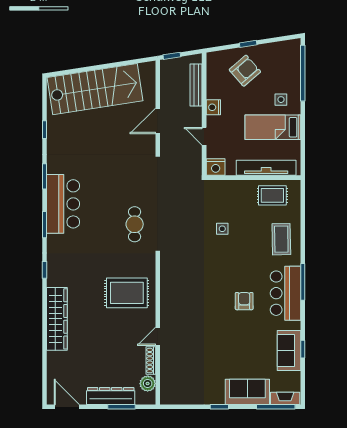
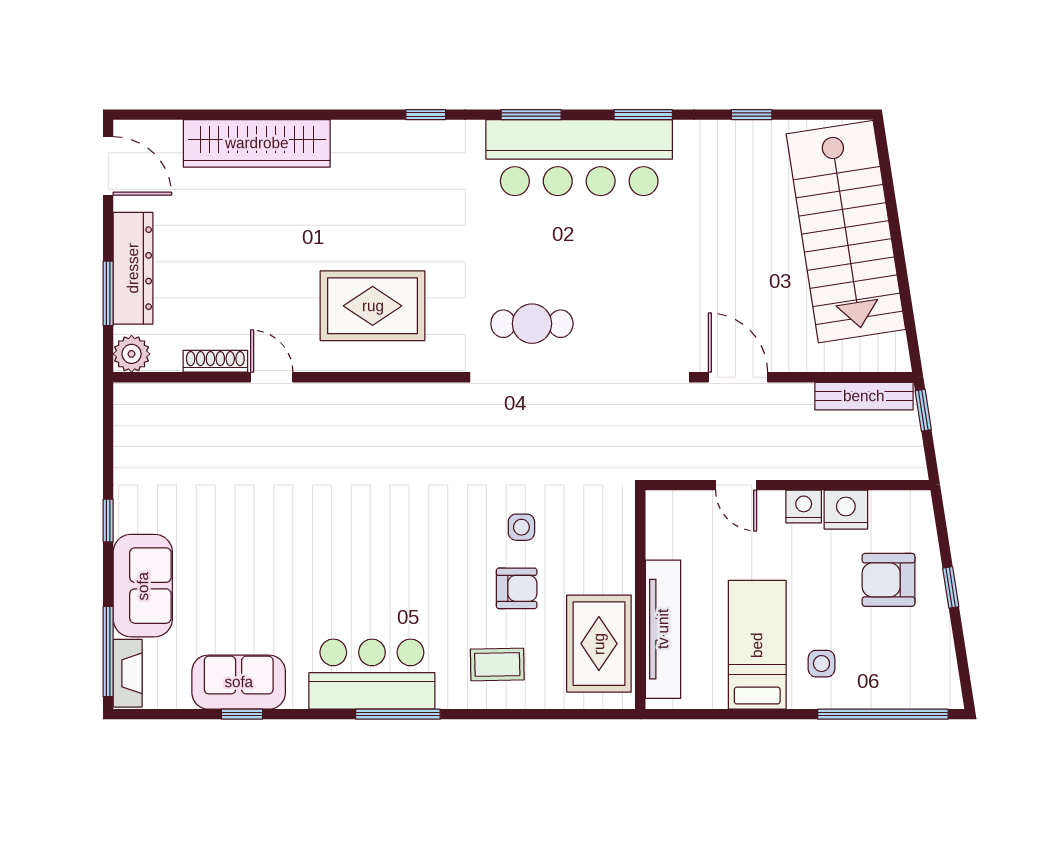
armchair: (245, 71) -> (889, 580), turned 131
bench: (196, 85) -> (864, 396), moved
door: (158, 121) -> (738, 377), moved
door: (204, 136) -> (736, 485), swing flipped
nightstand: (216, 167) -> (846, 510), moved, turned 90
rug: (272, 195) -> (599, 644), width x1.36, depth x1.43
bar counter: (63, 204) -> (579, 158), width x1.36
coffee table: (281, 239) -> (497, 664), width x0.73, depth x0.77
rug: (127, 293) -> (373, 306), turned 90
armchair: (244, 301) -> (517, 588), moved
wardrobe: (57, 319) -> (257, 143), moved
plant: (148, 384) -> (132, 354), moved
door: (67, 407) -> (108, 166), hinge flipped

